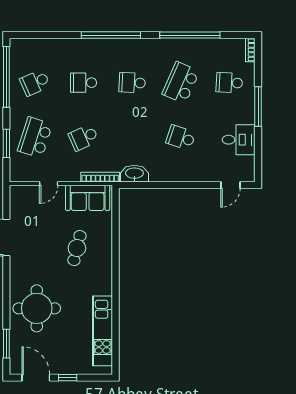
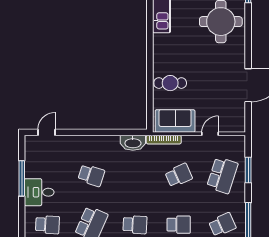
window: (258, 106) -> (22, 178), moved
desk: (239, 140) -> (39, 192), moved
cafe table: (77, 248) -> (170, 83), moved, turned 76

